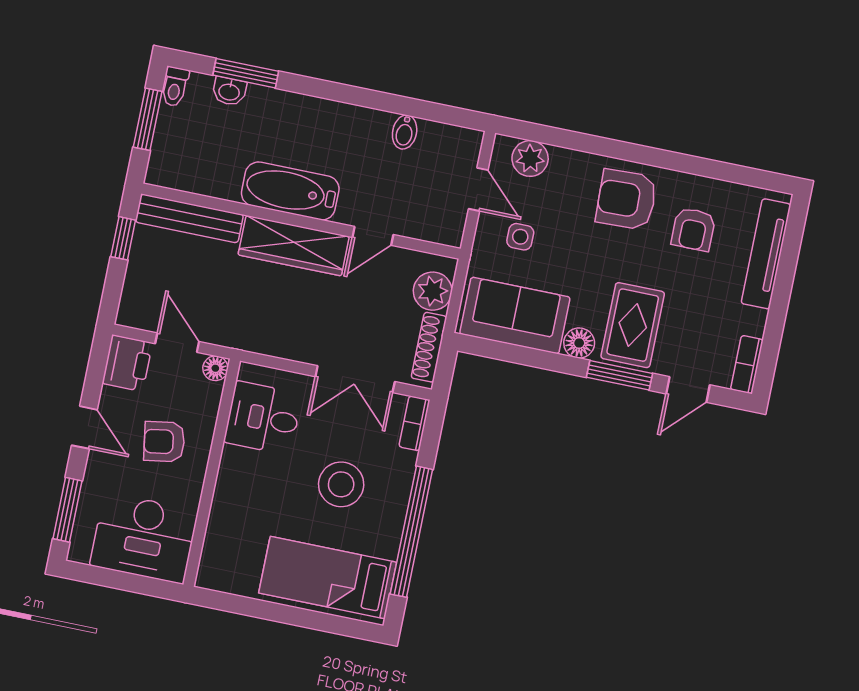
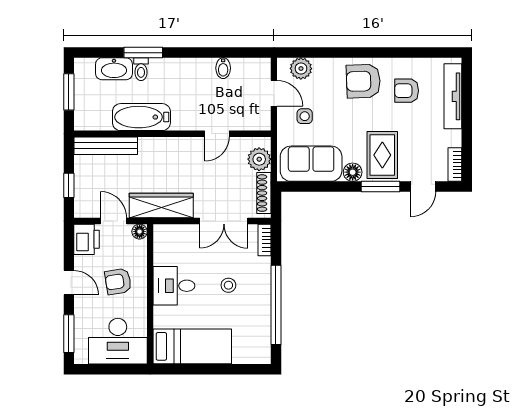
window: (246, 73) -> (143, 53), moved
toilet: (175, 87) -> (141, 69), moved
washbasin: (229, 91) -> (114, 69), width x1.91, depth x1.45
bathtub: (290, 191) -> (141, 117), moved
armchair: (693, 229) -> (407, 91), turned 90
window: (123, 238) -> (69, 185), moved
wardrobe: (294, 246) -> (161, 206), moved, turned 180
desk: (263, 418) -> (174, 286), moved
stool: (341, 484) -> (228, 285), width x0.53, depth x0.53
bed: (328, 578) -> (192, 346), moved, turned 180

